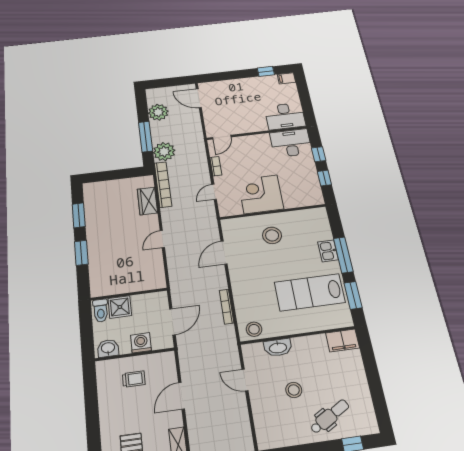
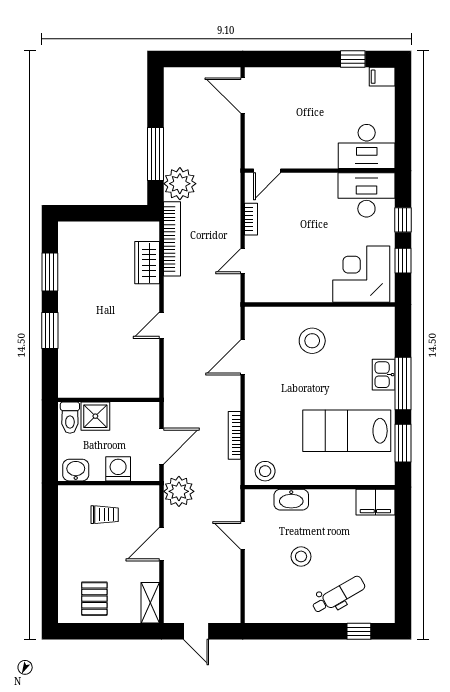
plant: (158, 112) -> (179, 491), moved
corner desk: (261, 194) -> (361, 274), moved

